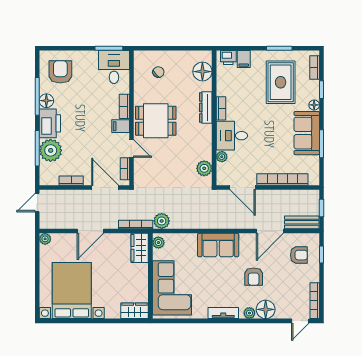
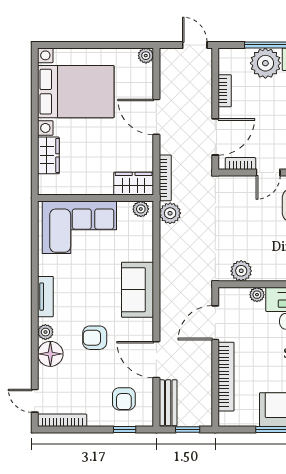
wardrobe: (134, 311) -> (48, 155), moved

